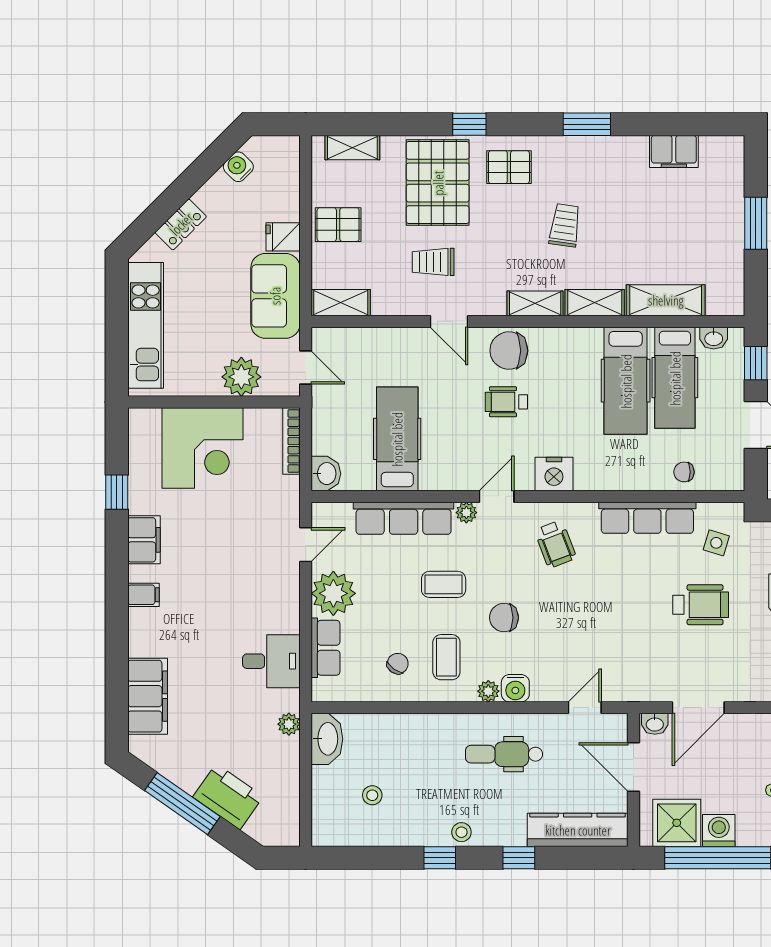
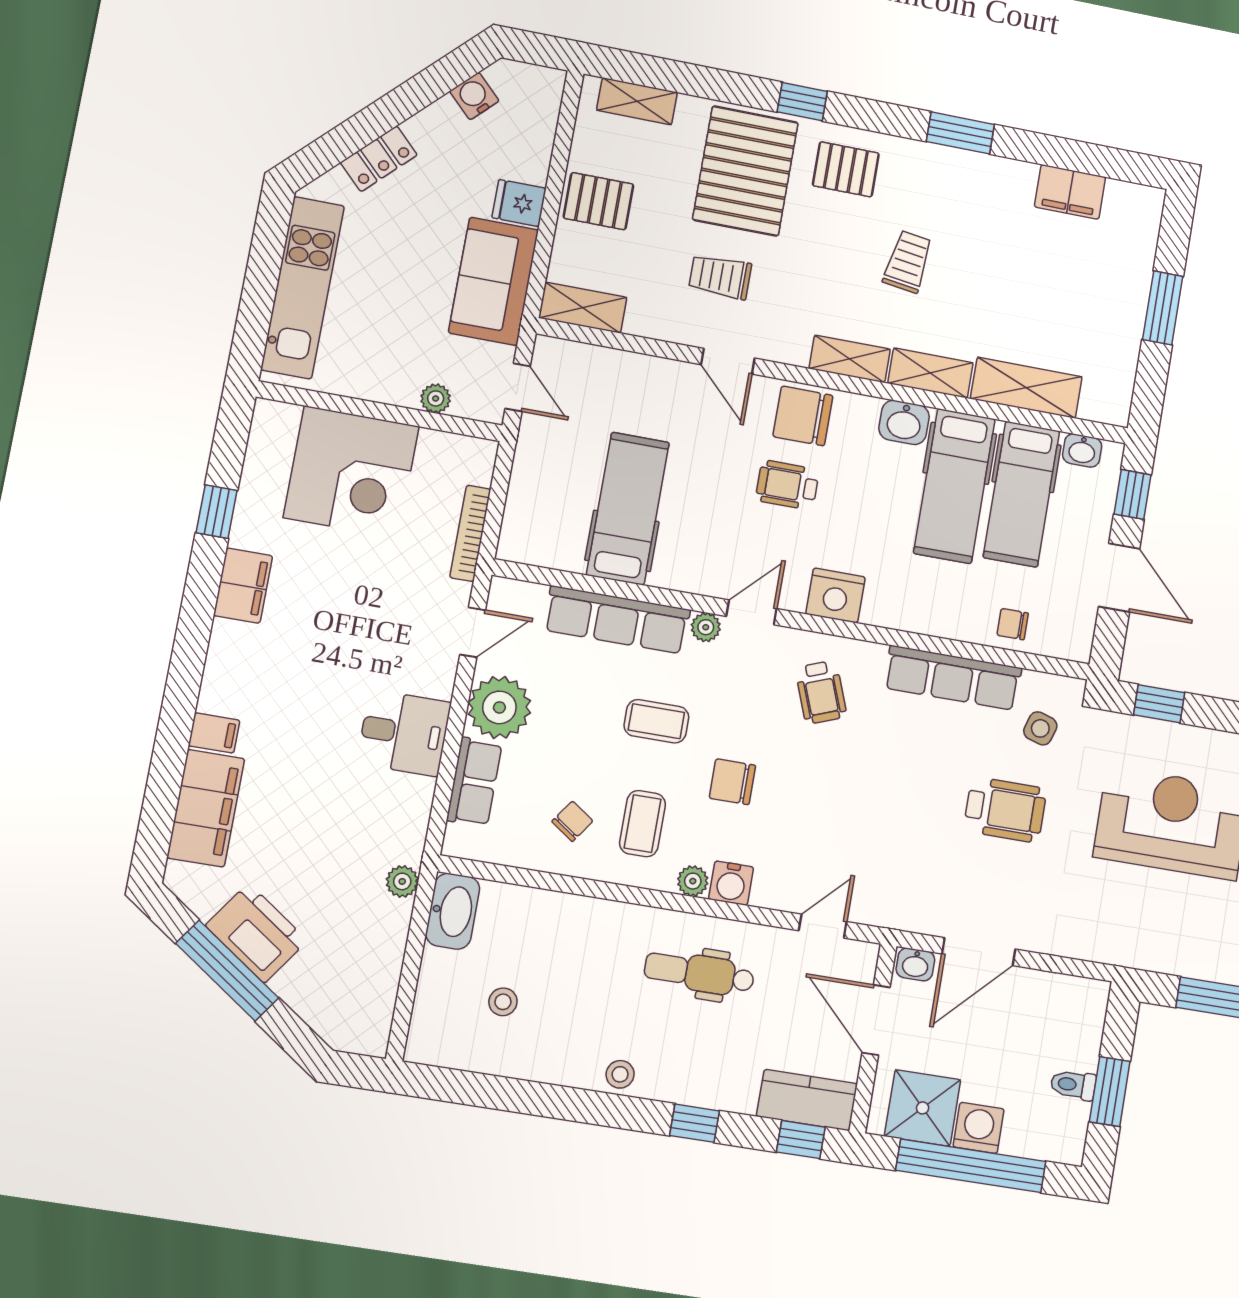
plant: (241, 377) -> (436, 398), width x0.53, depth x0.53
bookcase: (291, 441) -> (470, 533), moved
washbasin: (326, 474) -> (904, 422), moved, turned 90
filing cabinet: (144, 595) -> (214, 733), moved
desk: (271, 661) -> (404, 733), moved
printer: (228, 797) -> (256, 933), moved
kitchen counter: (578, 830) -> (807, 1100), width x0.67
window: (440, 858) -> (801, 1140), moved

